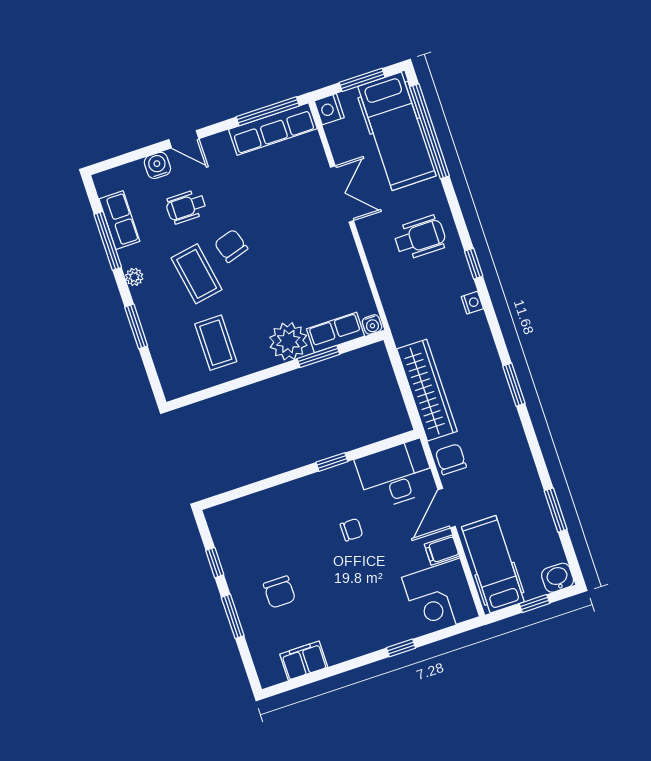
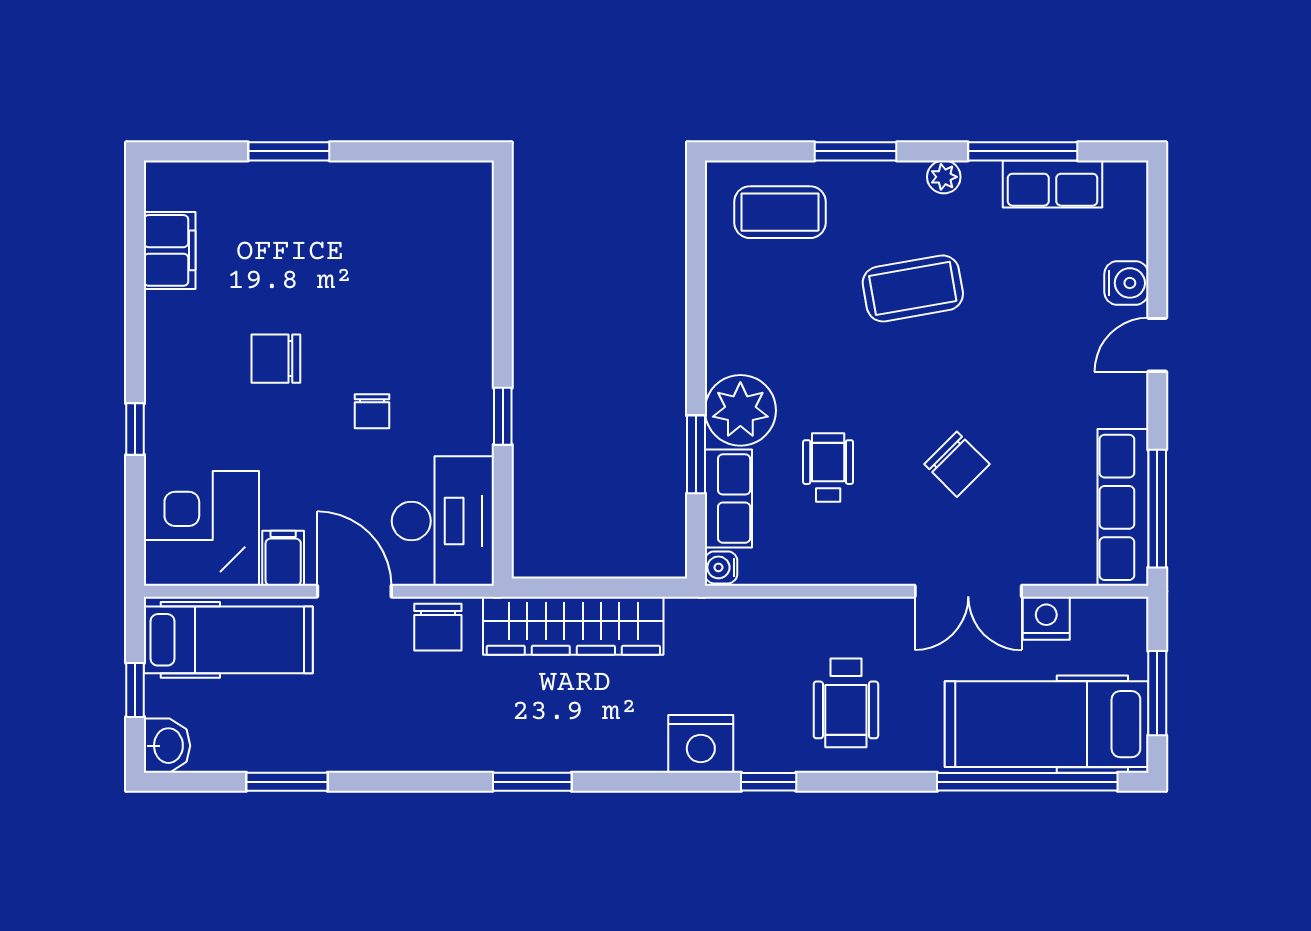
nightstand: (329, 109) -> (1046, 618), moved
wheelchair: (186, 207) -> (828, 468), moved
chair: (231, 246) -> (957, 464), moved, turned 62
nightstand: (472, 303) -> (701, 744), width x1.89, depth x1.79
coffee table: (216, 343) -> (780, 212), moved
chair: (451, 459) -> (438, 627), turned 90
window: (215, 563) -> (394, 151), removed
chair: (279, 592) -> (276, 359), moved

